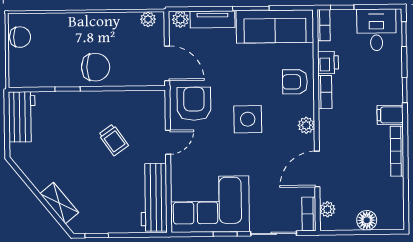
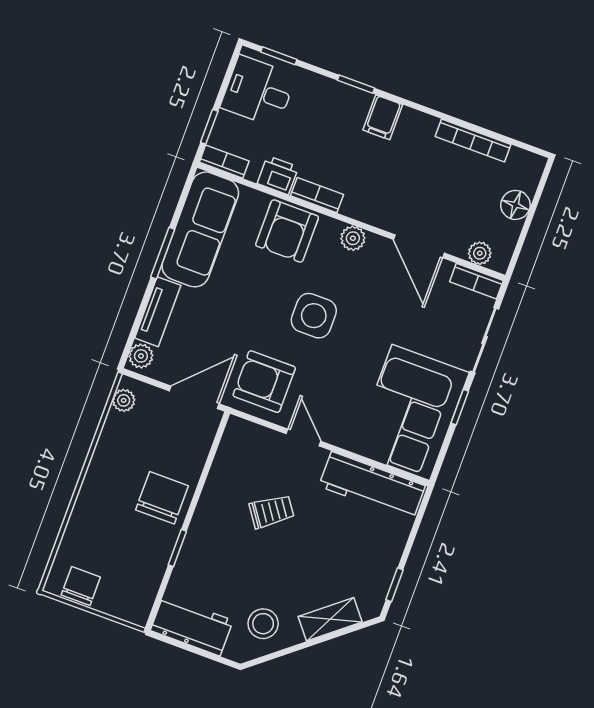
armchair: (295, 82) -> (287, 231), width x1.38, depth x1.38
bookcase: (397, 151) -> (473, 140), moved
stool: (40, 162) -> (263, 624), added

